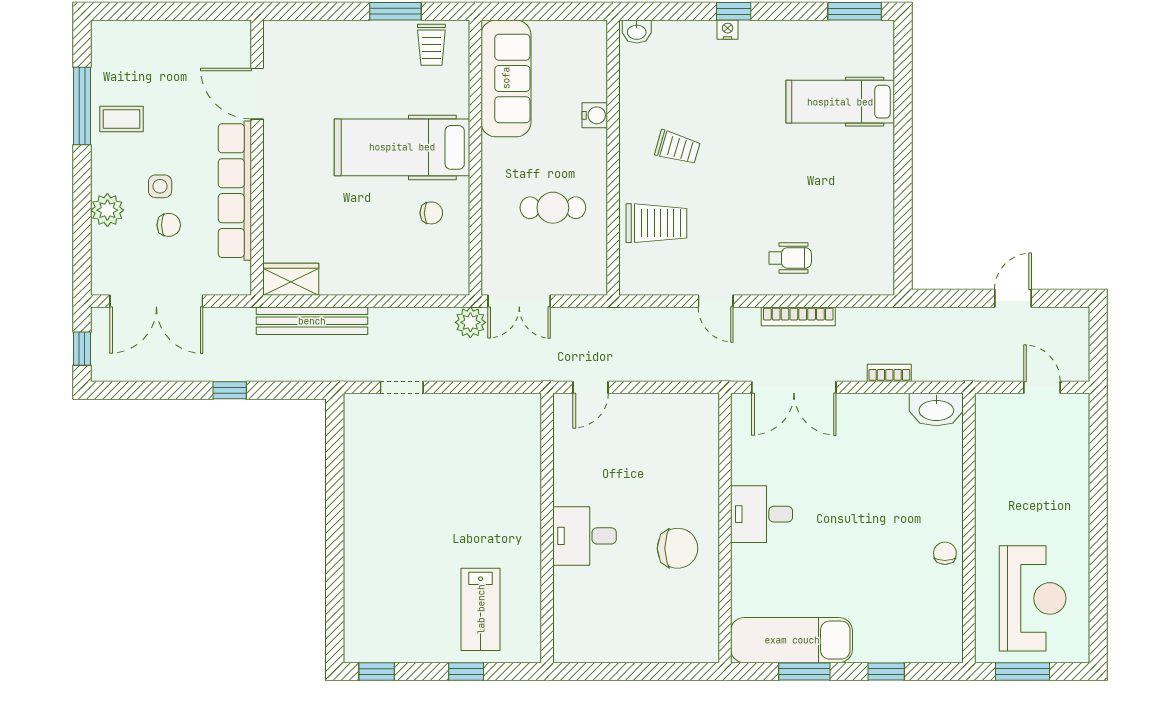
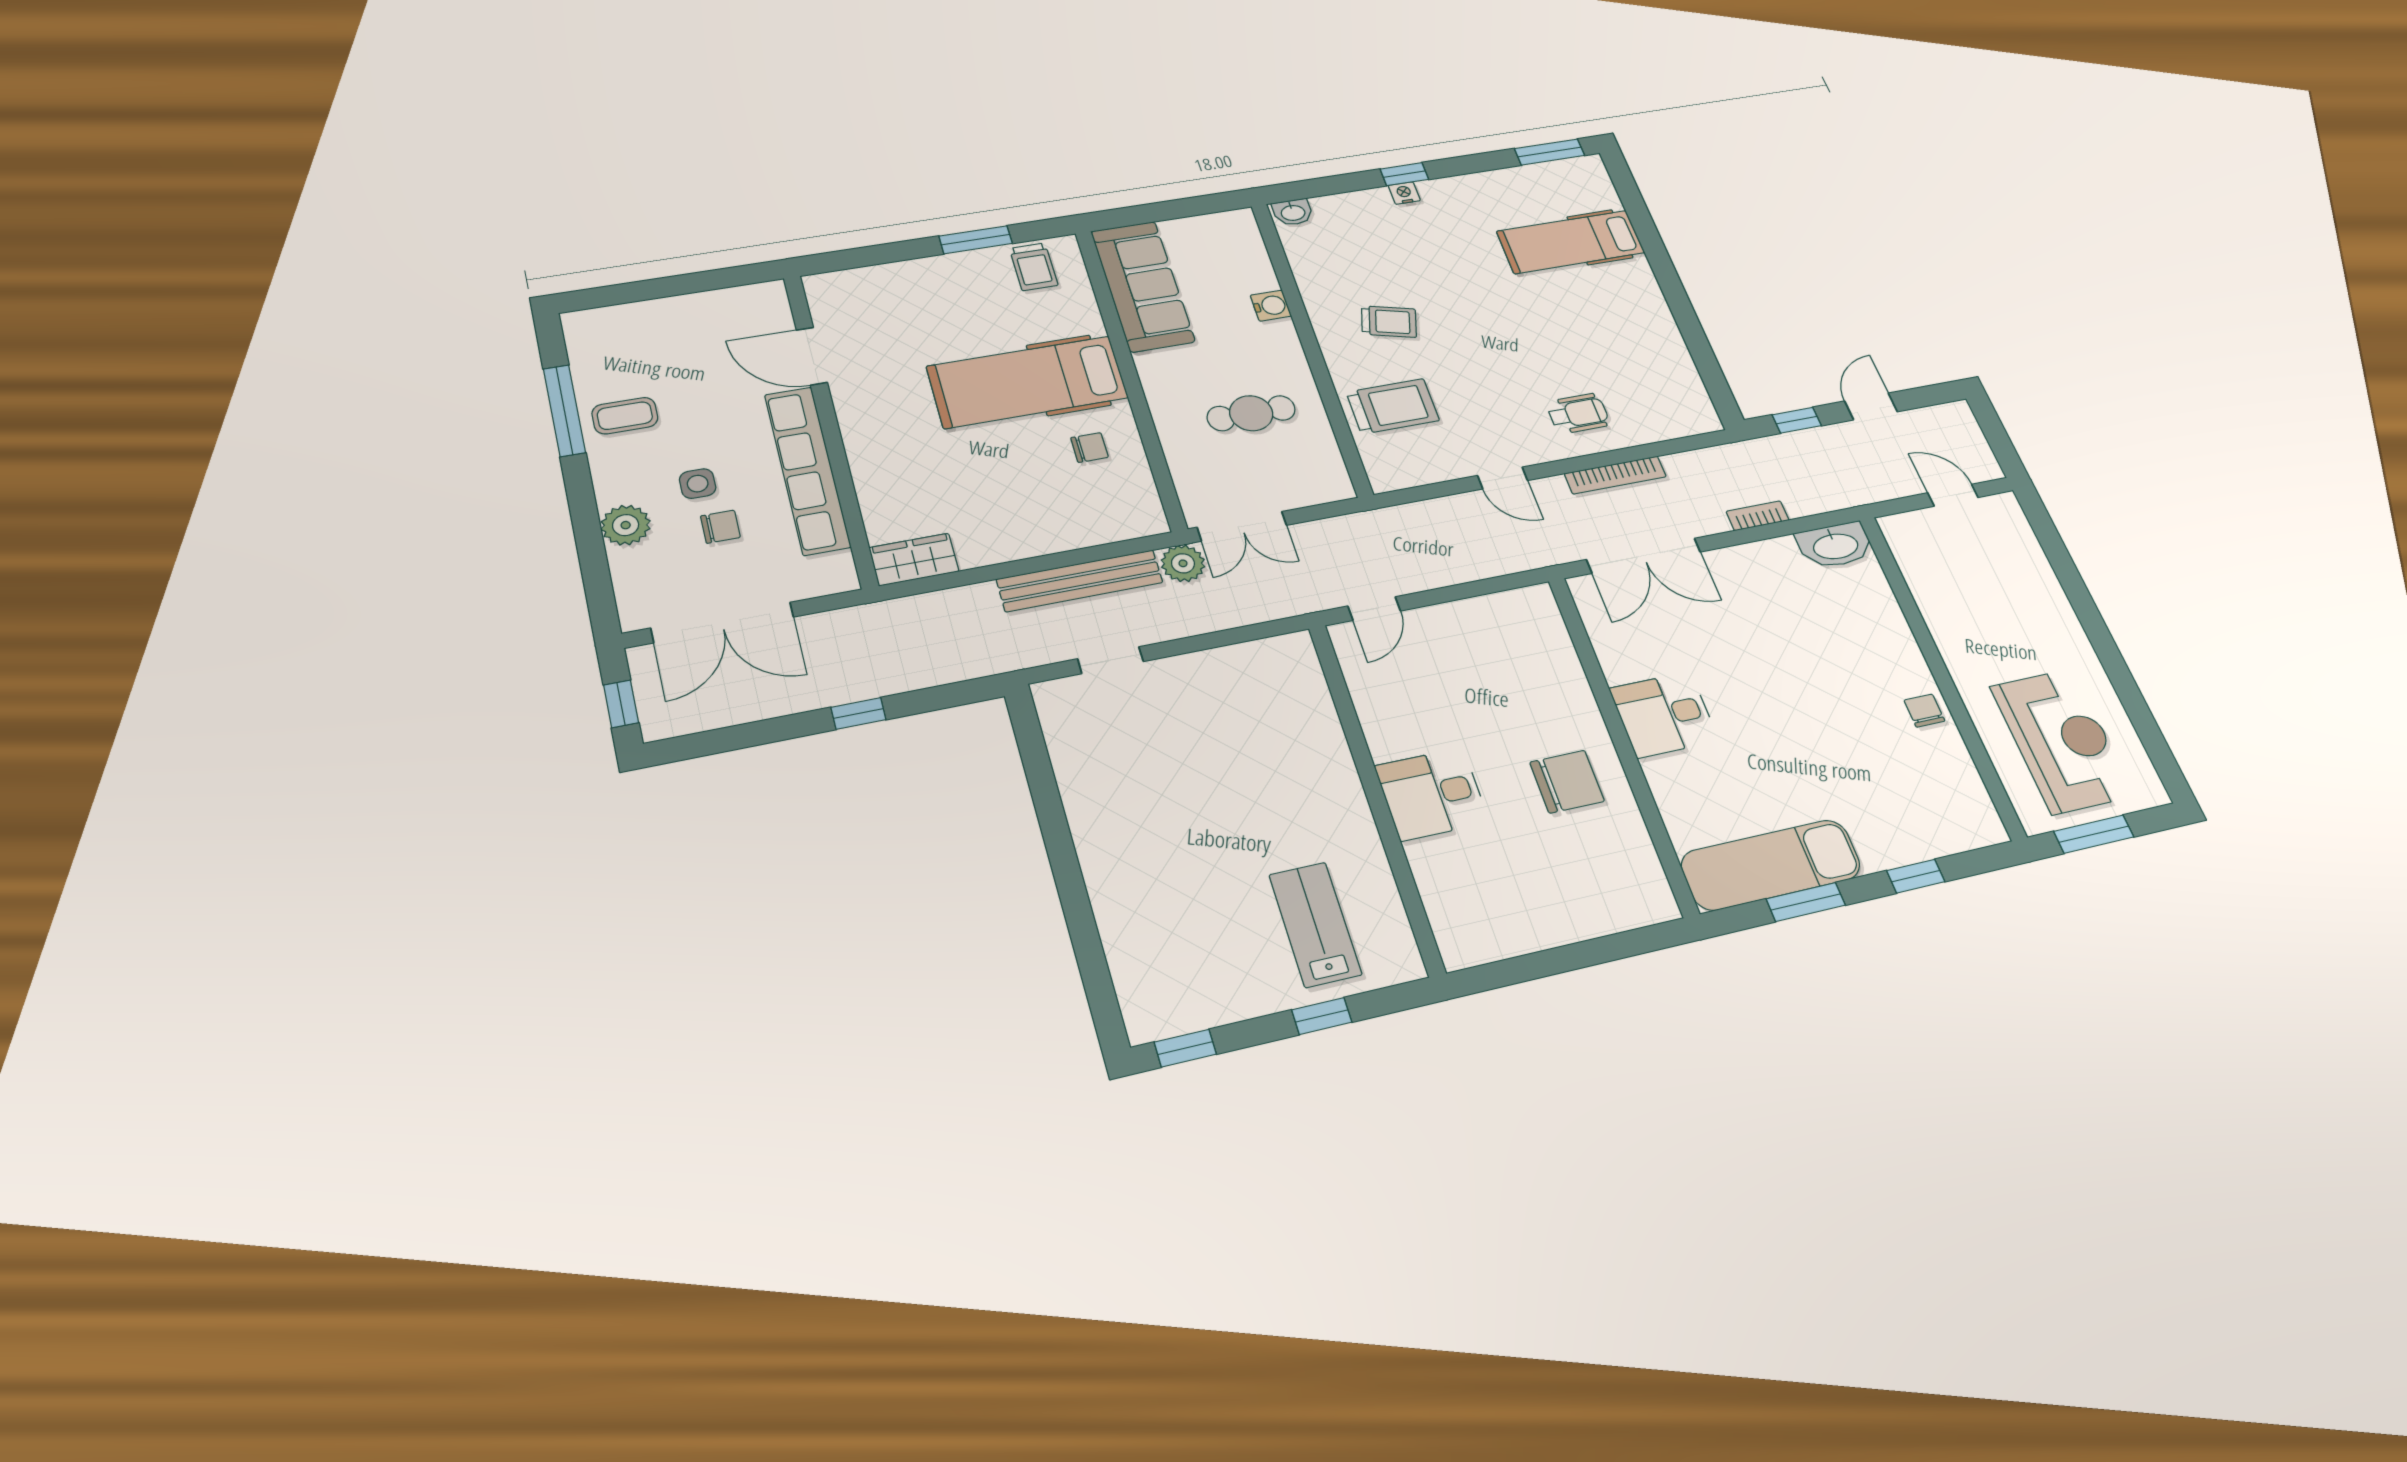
window: (951, 298) -> (1797, 420), added
bench: (312, 321) -> (1080, 581), moved
lab bench: (481, 609) -> (1315, 924), turned 180

